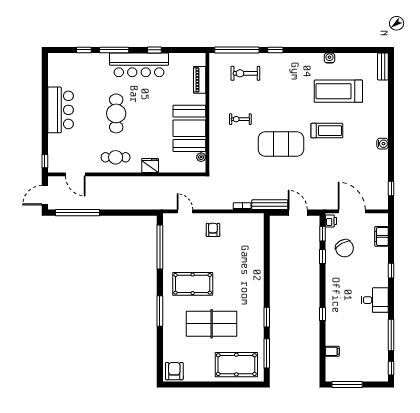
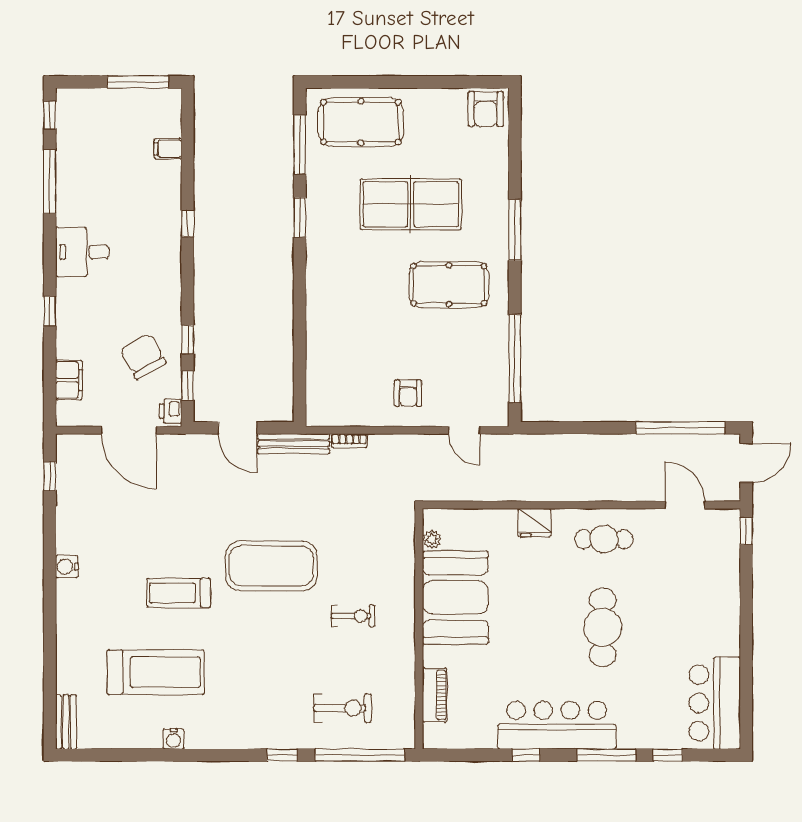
bar counter: (61, 110) -> (715, 703), moved

